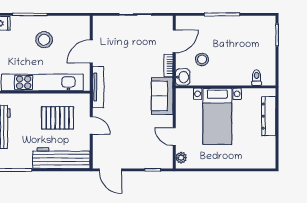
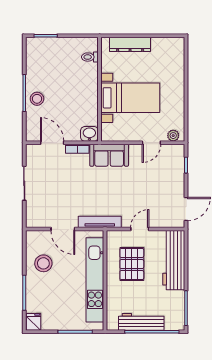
stool: (44, 40) -> (43, 263), moved
stool: (202, 59) -> (37, 99), moved

